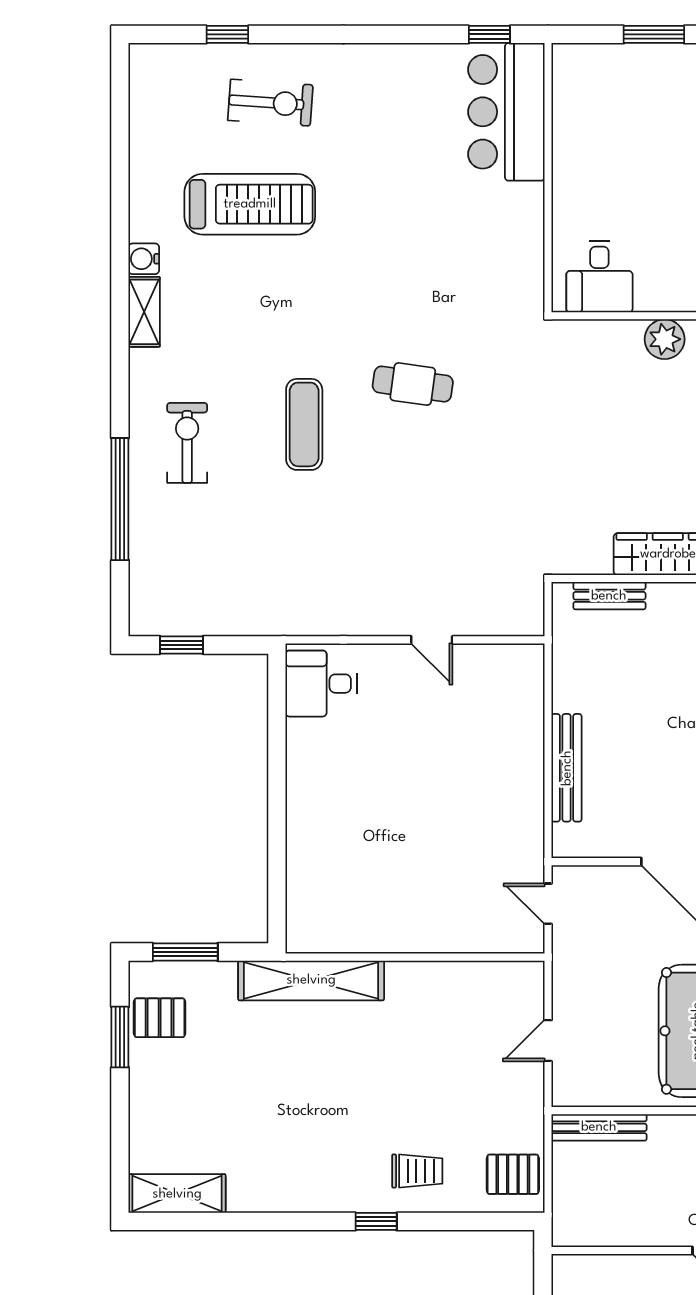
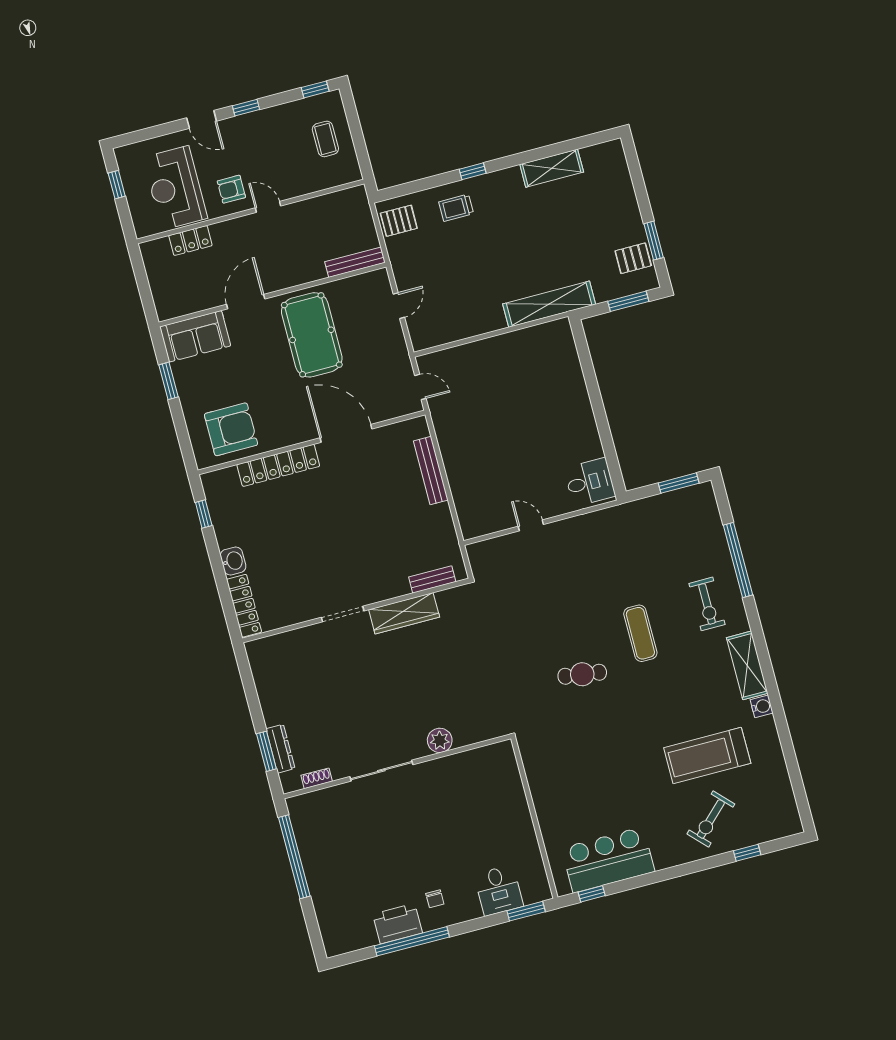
window: (654, 34) -> (526, 911), moved
exercise bike: (270, 103) -> (711, 819), turned -48
bar counter: (506, 112) -> (608, 860), moved, turned -90
desk: (599, 277) -> (499, 890), moved, turned 180
shelving: (144, 312) -> (747, 665), width x1.50, depth x1.33
window: (181, 645) -> (679, 483), width x1.50
shelving: (177, 1194) -> (552, 168), moved

